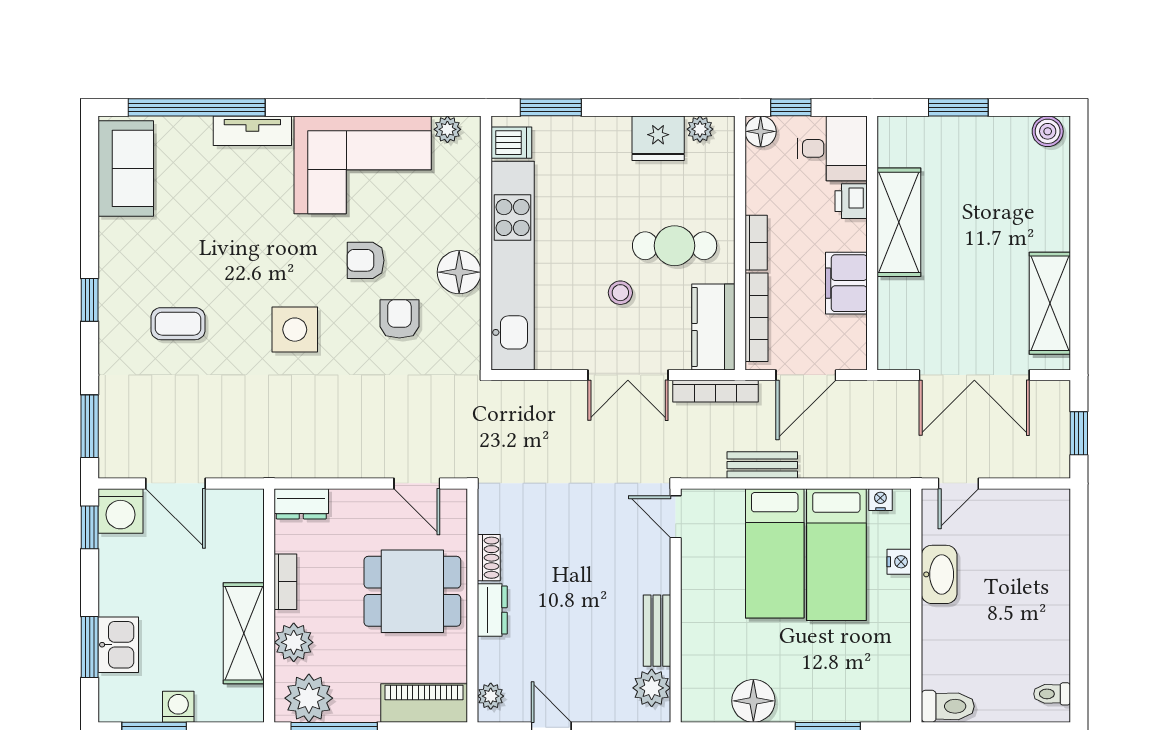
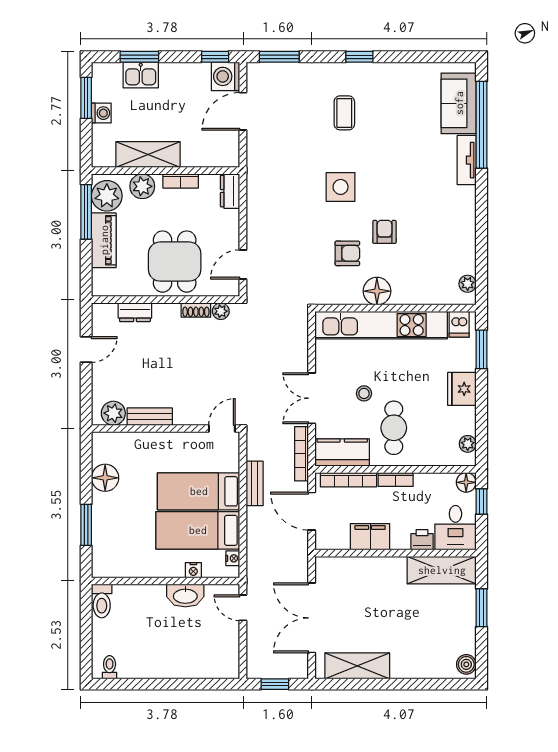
fridge: (658, 138) -> (462, 389), moved
corner sofa: (363, 165) -> (445, 230), removed
sofa: (126, 168) -> (459, 103), moved, turned 90
shelving: (899, 222) -> (442, 570), moved
dresser: (492, 610) -> (135, 312), moved
plant: (491, 696) -> (221, 311), moved
piano: (424, 703) -> (104, 240), moved

